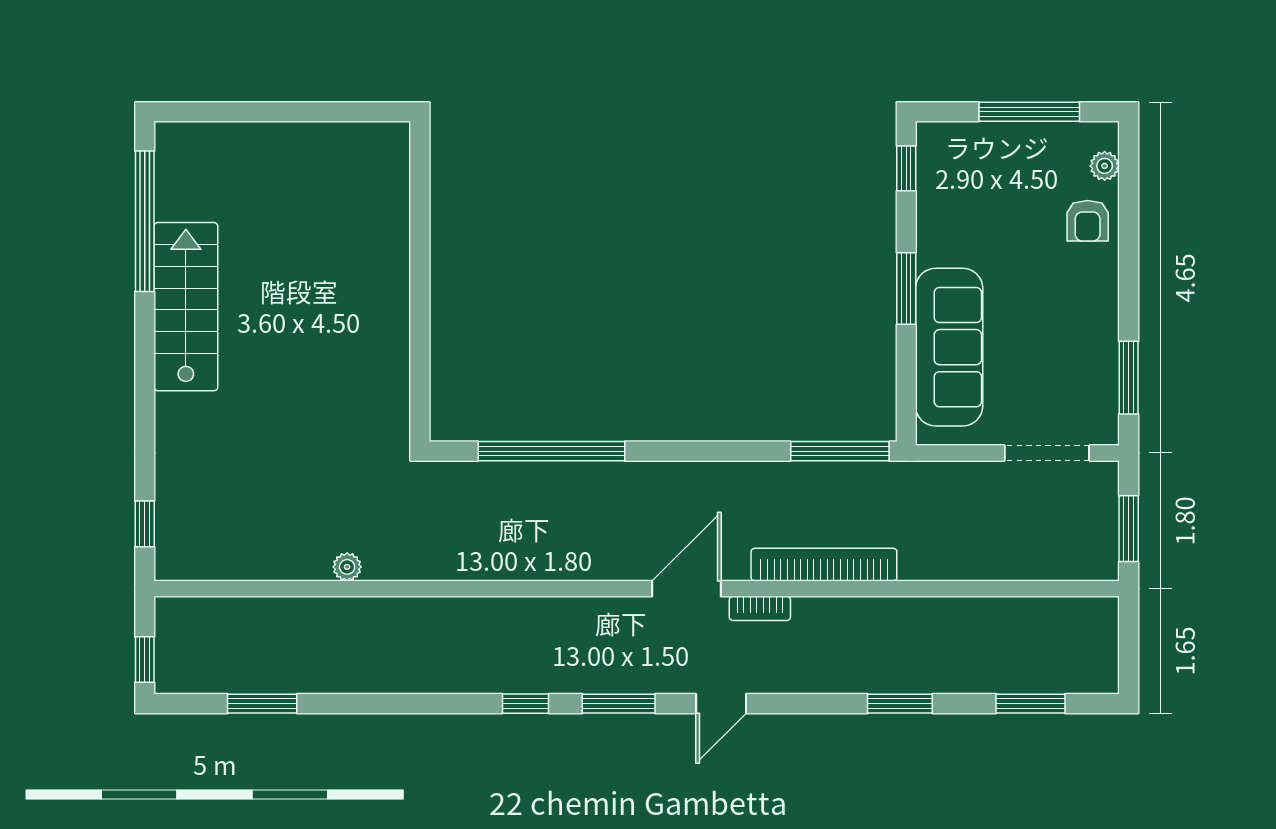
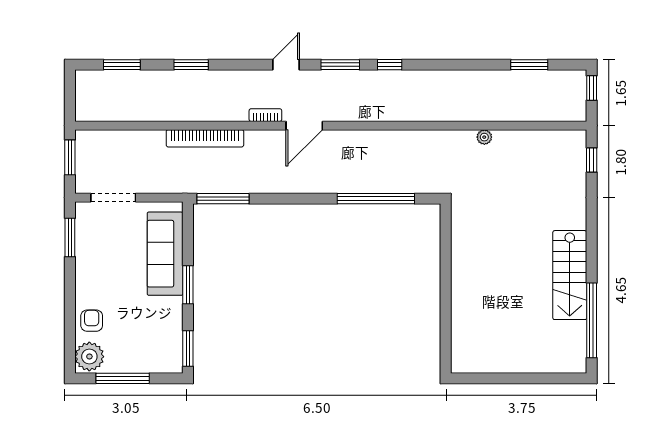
plant: (1105, 166) -> (89, 357), width x1.88, depth x1.88
window: (906, 168) -> (188, 348), width x1.50
bookcase: (824, 565) -> (205, 138), moved

